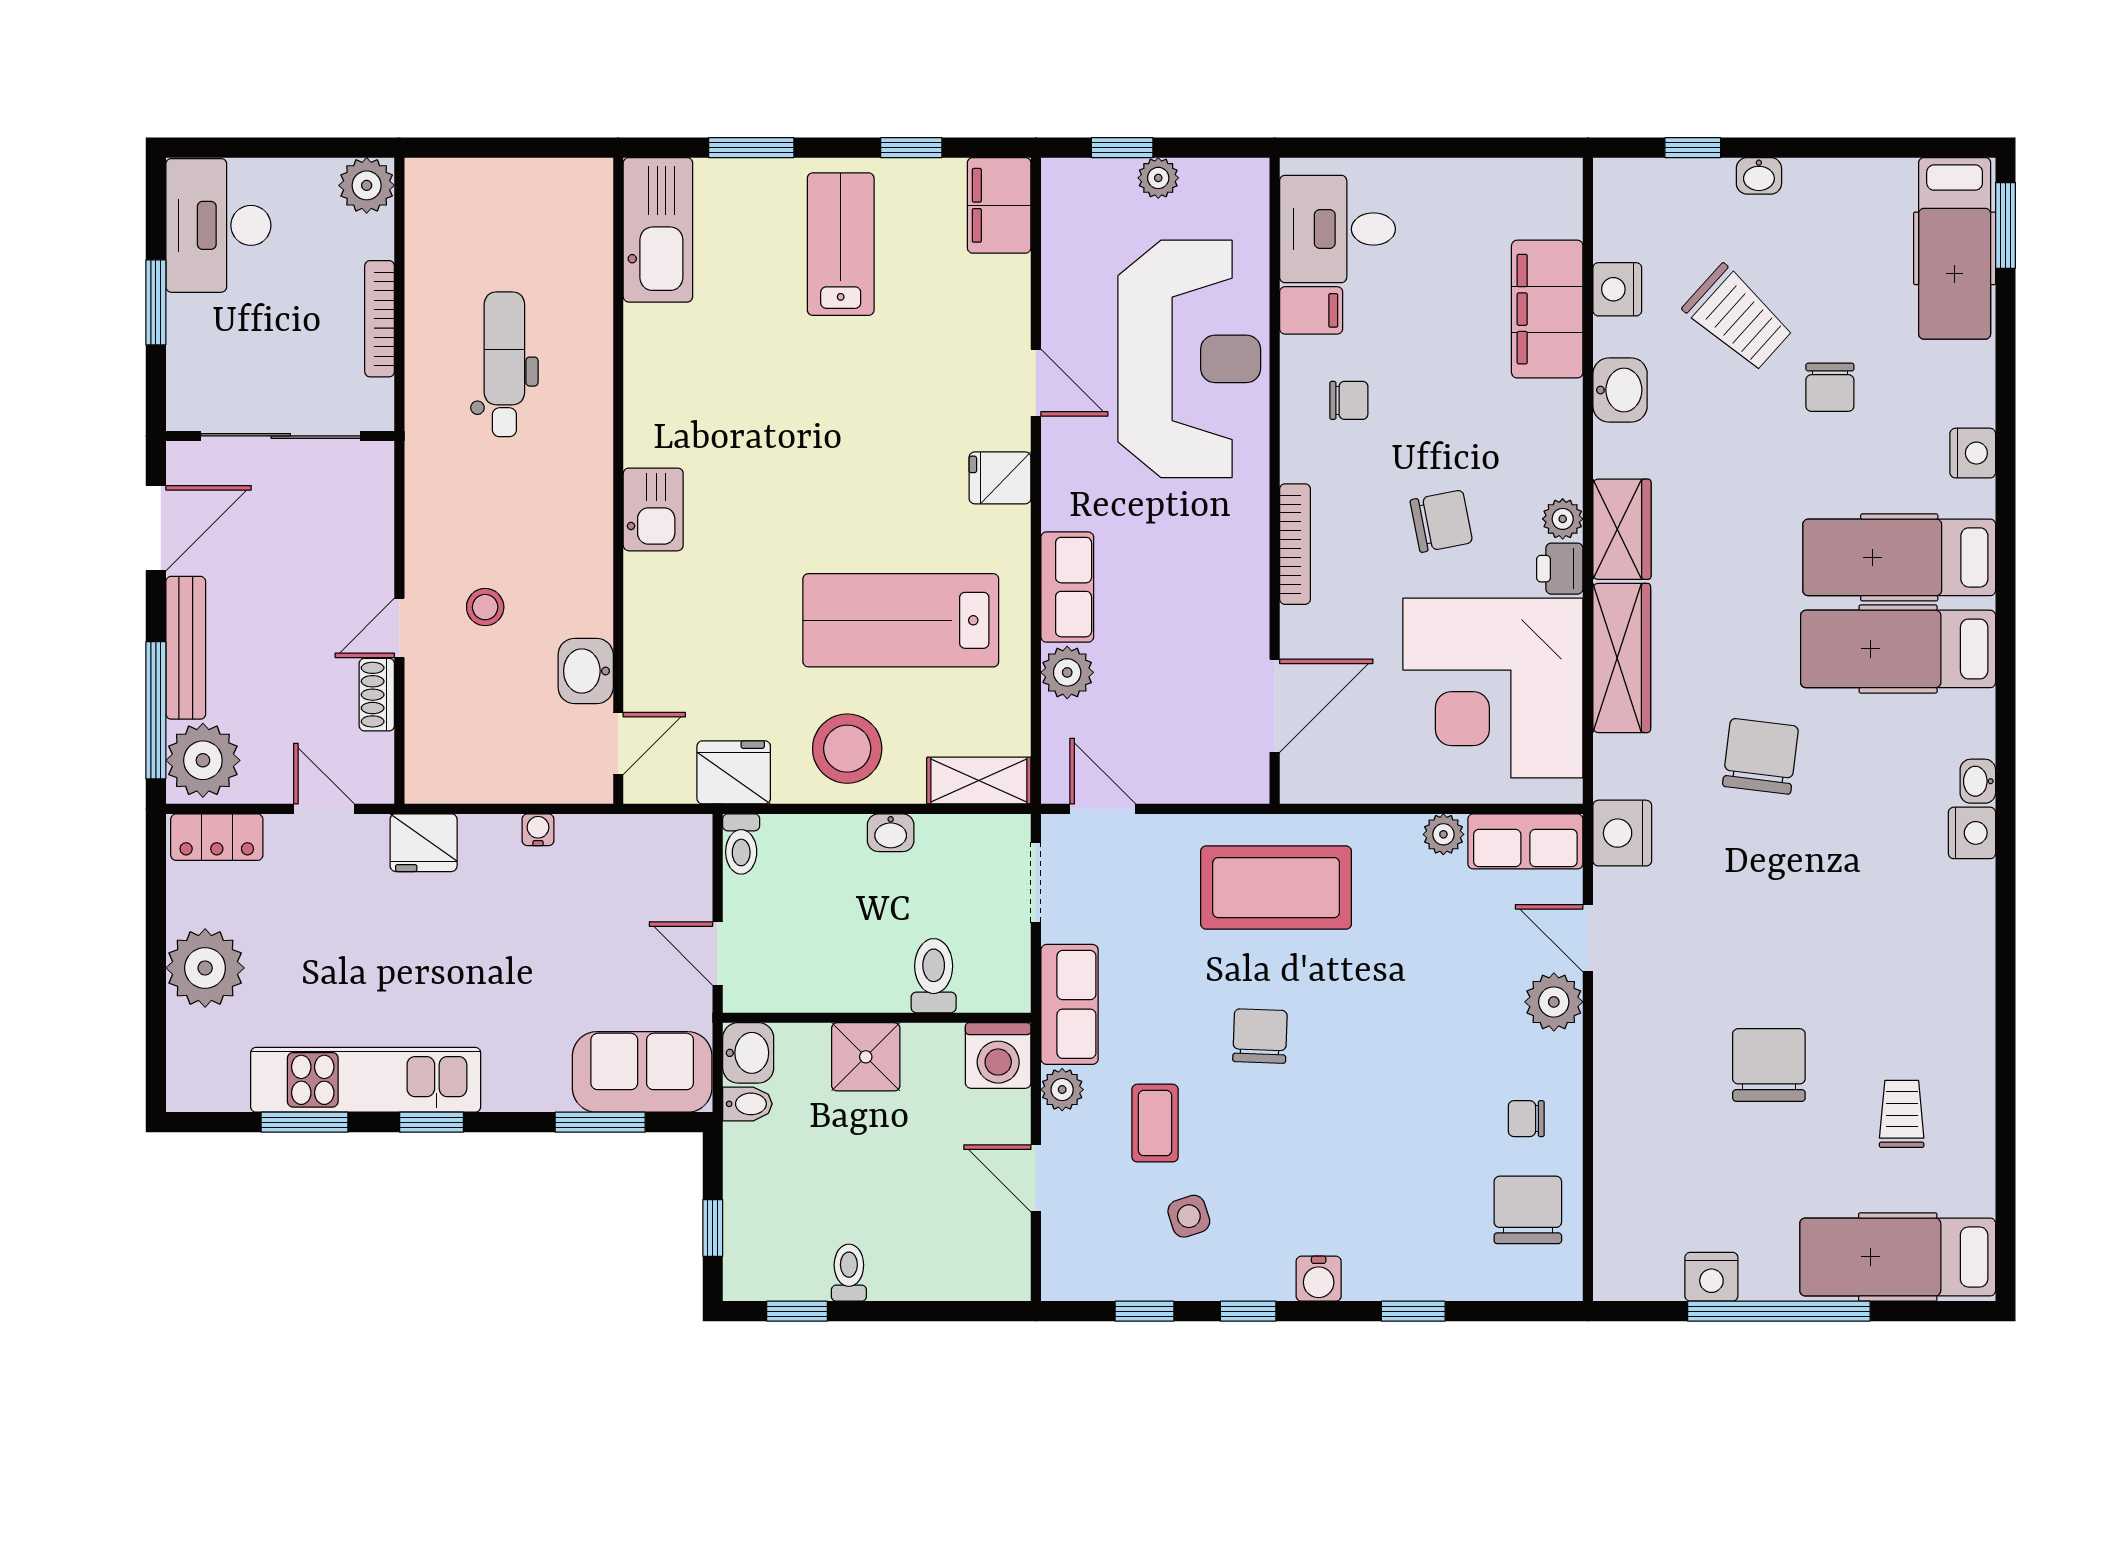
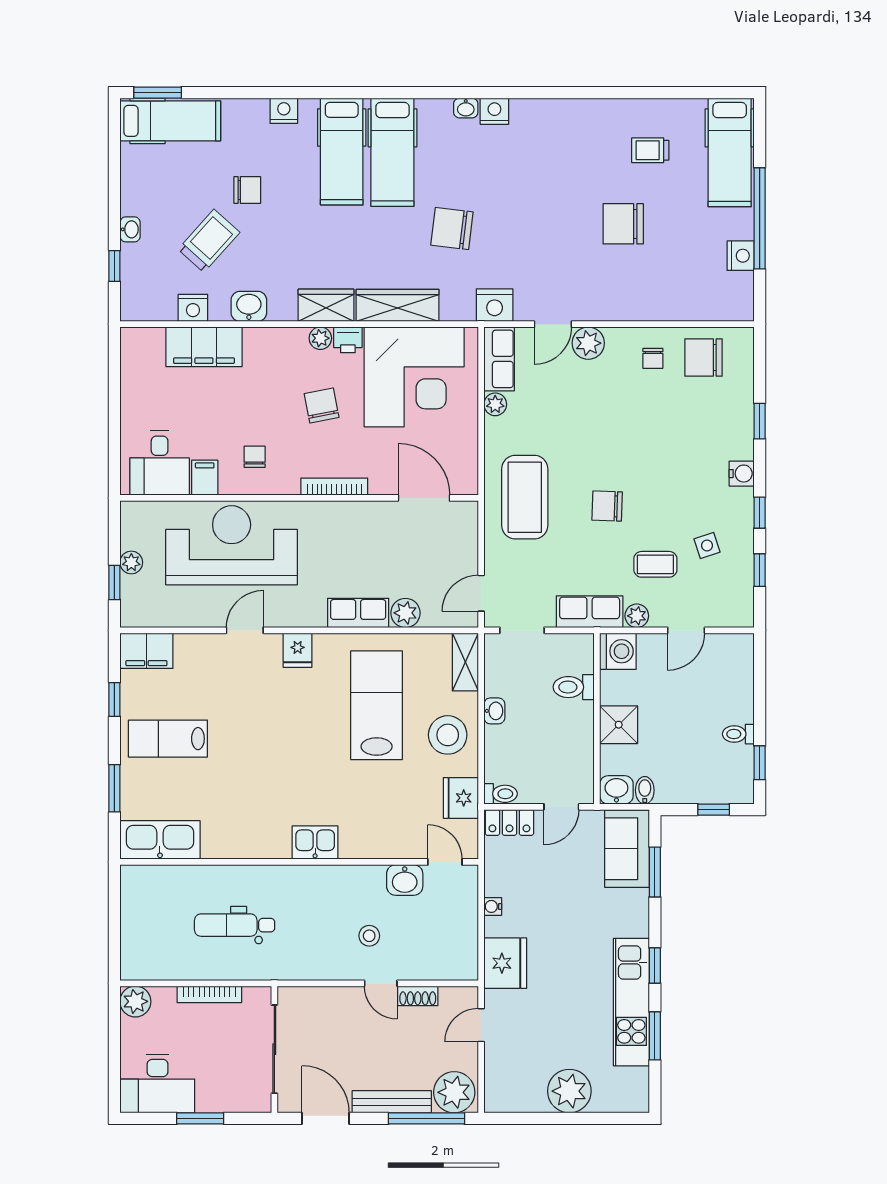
lab bench: (901, 620) -> (377, 705), turned 180
locker: (217, 837) -> (509, 822), moved, turned 90
fridge: (424, 843) -> (505, 963), width x1.36, depth x1.34

